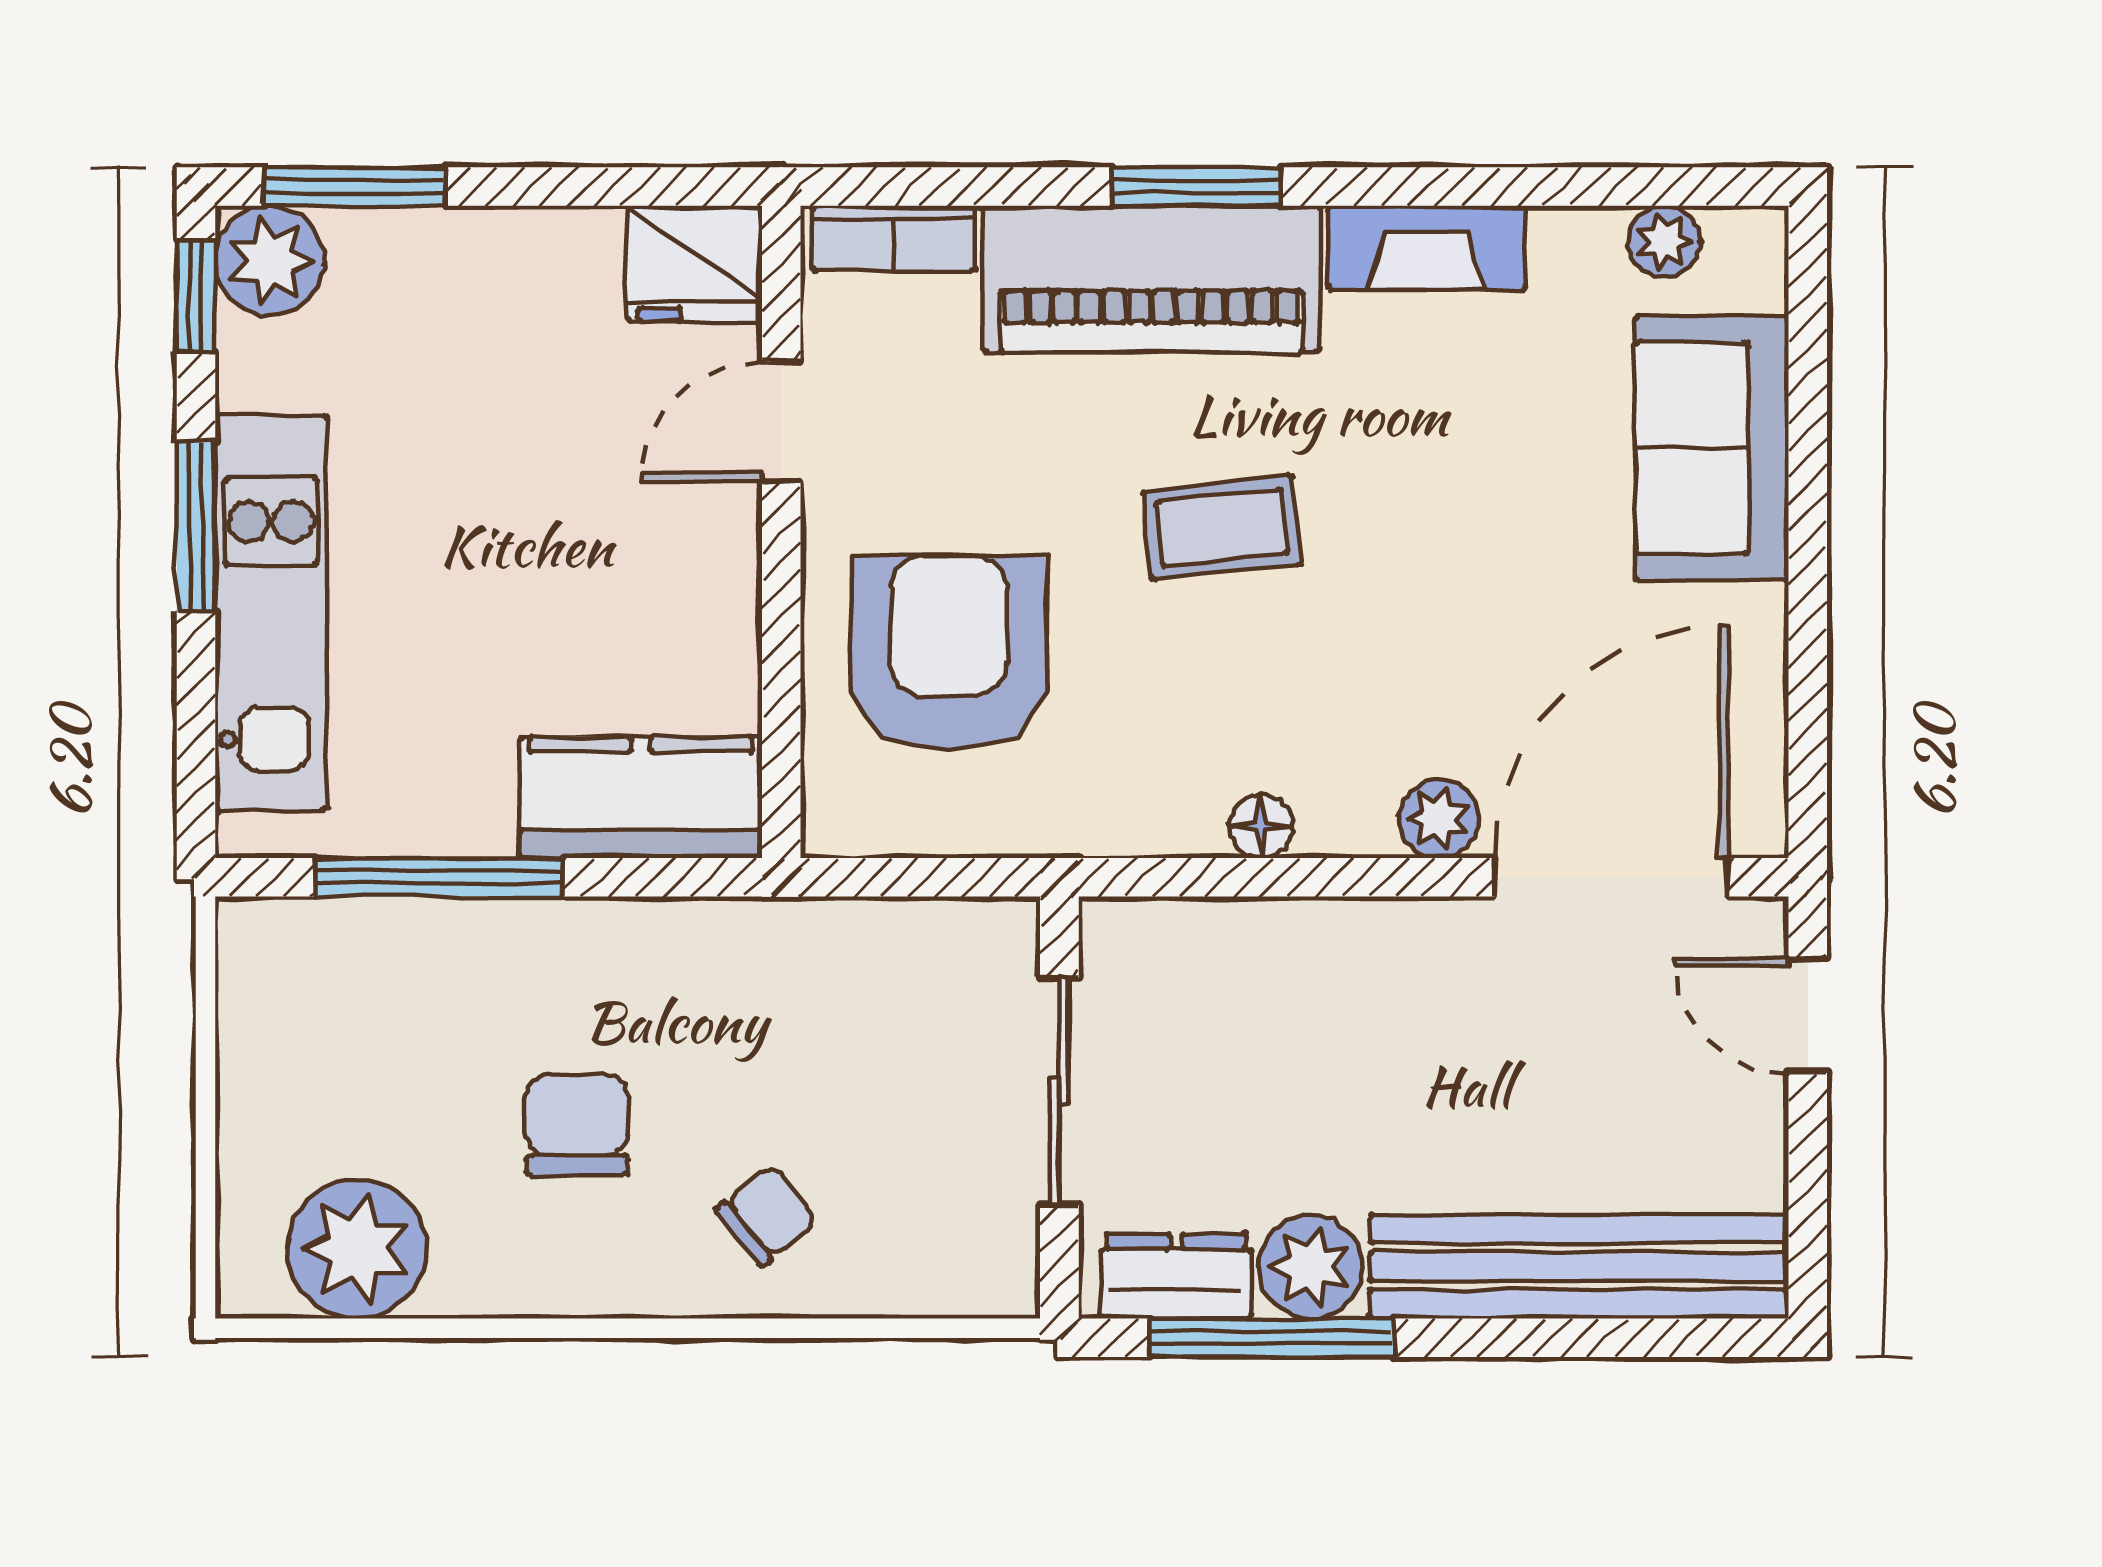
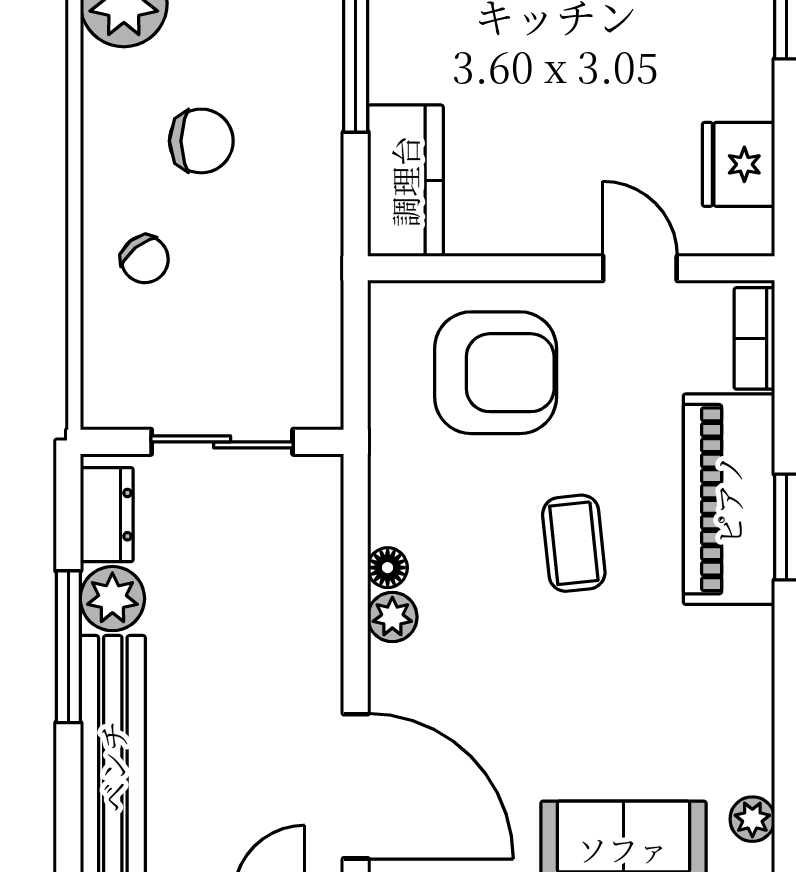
fireplace: (1426, 248) -> (748, 671), removed
fridge: (695, 264) -> (739, 164), moved
plant: (1439, 819) -> (392, 617), moved
window: (1271, 1338) -> (68, 647), moved

